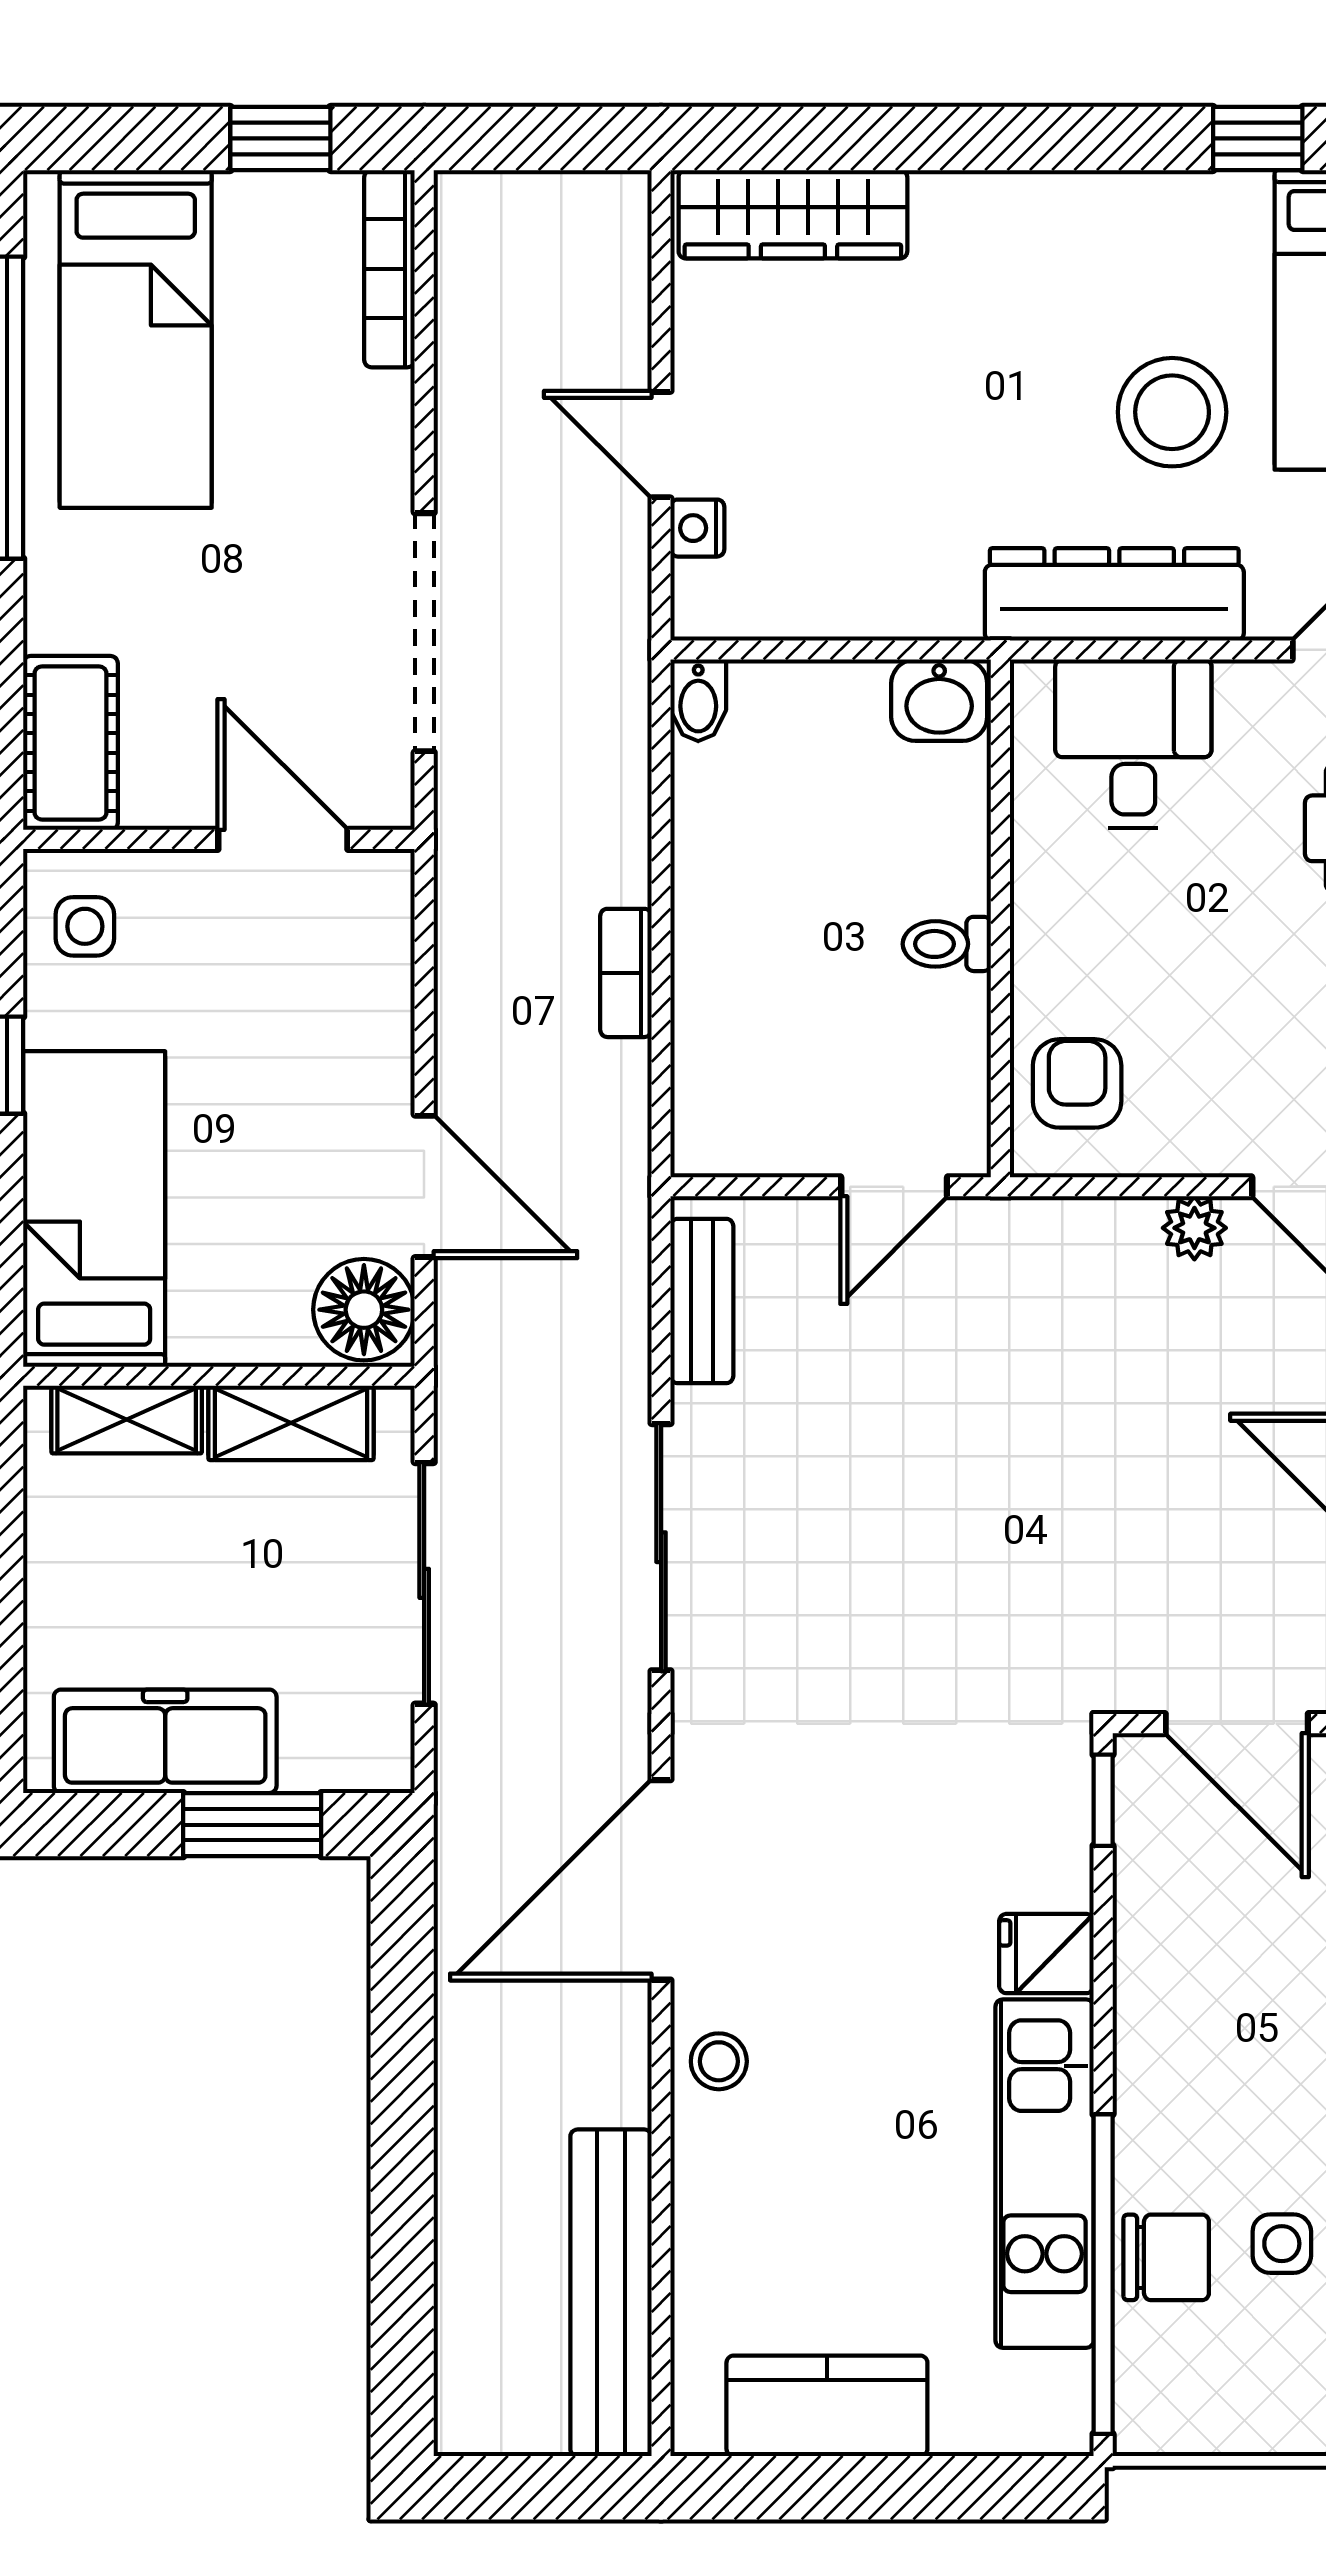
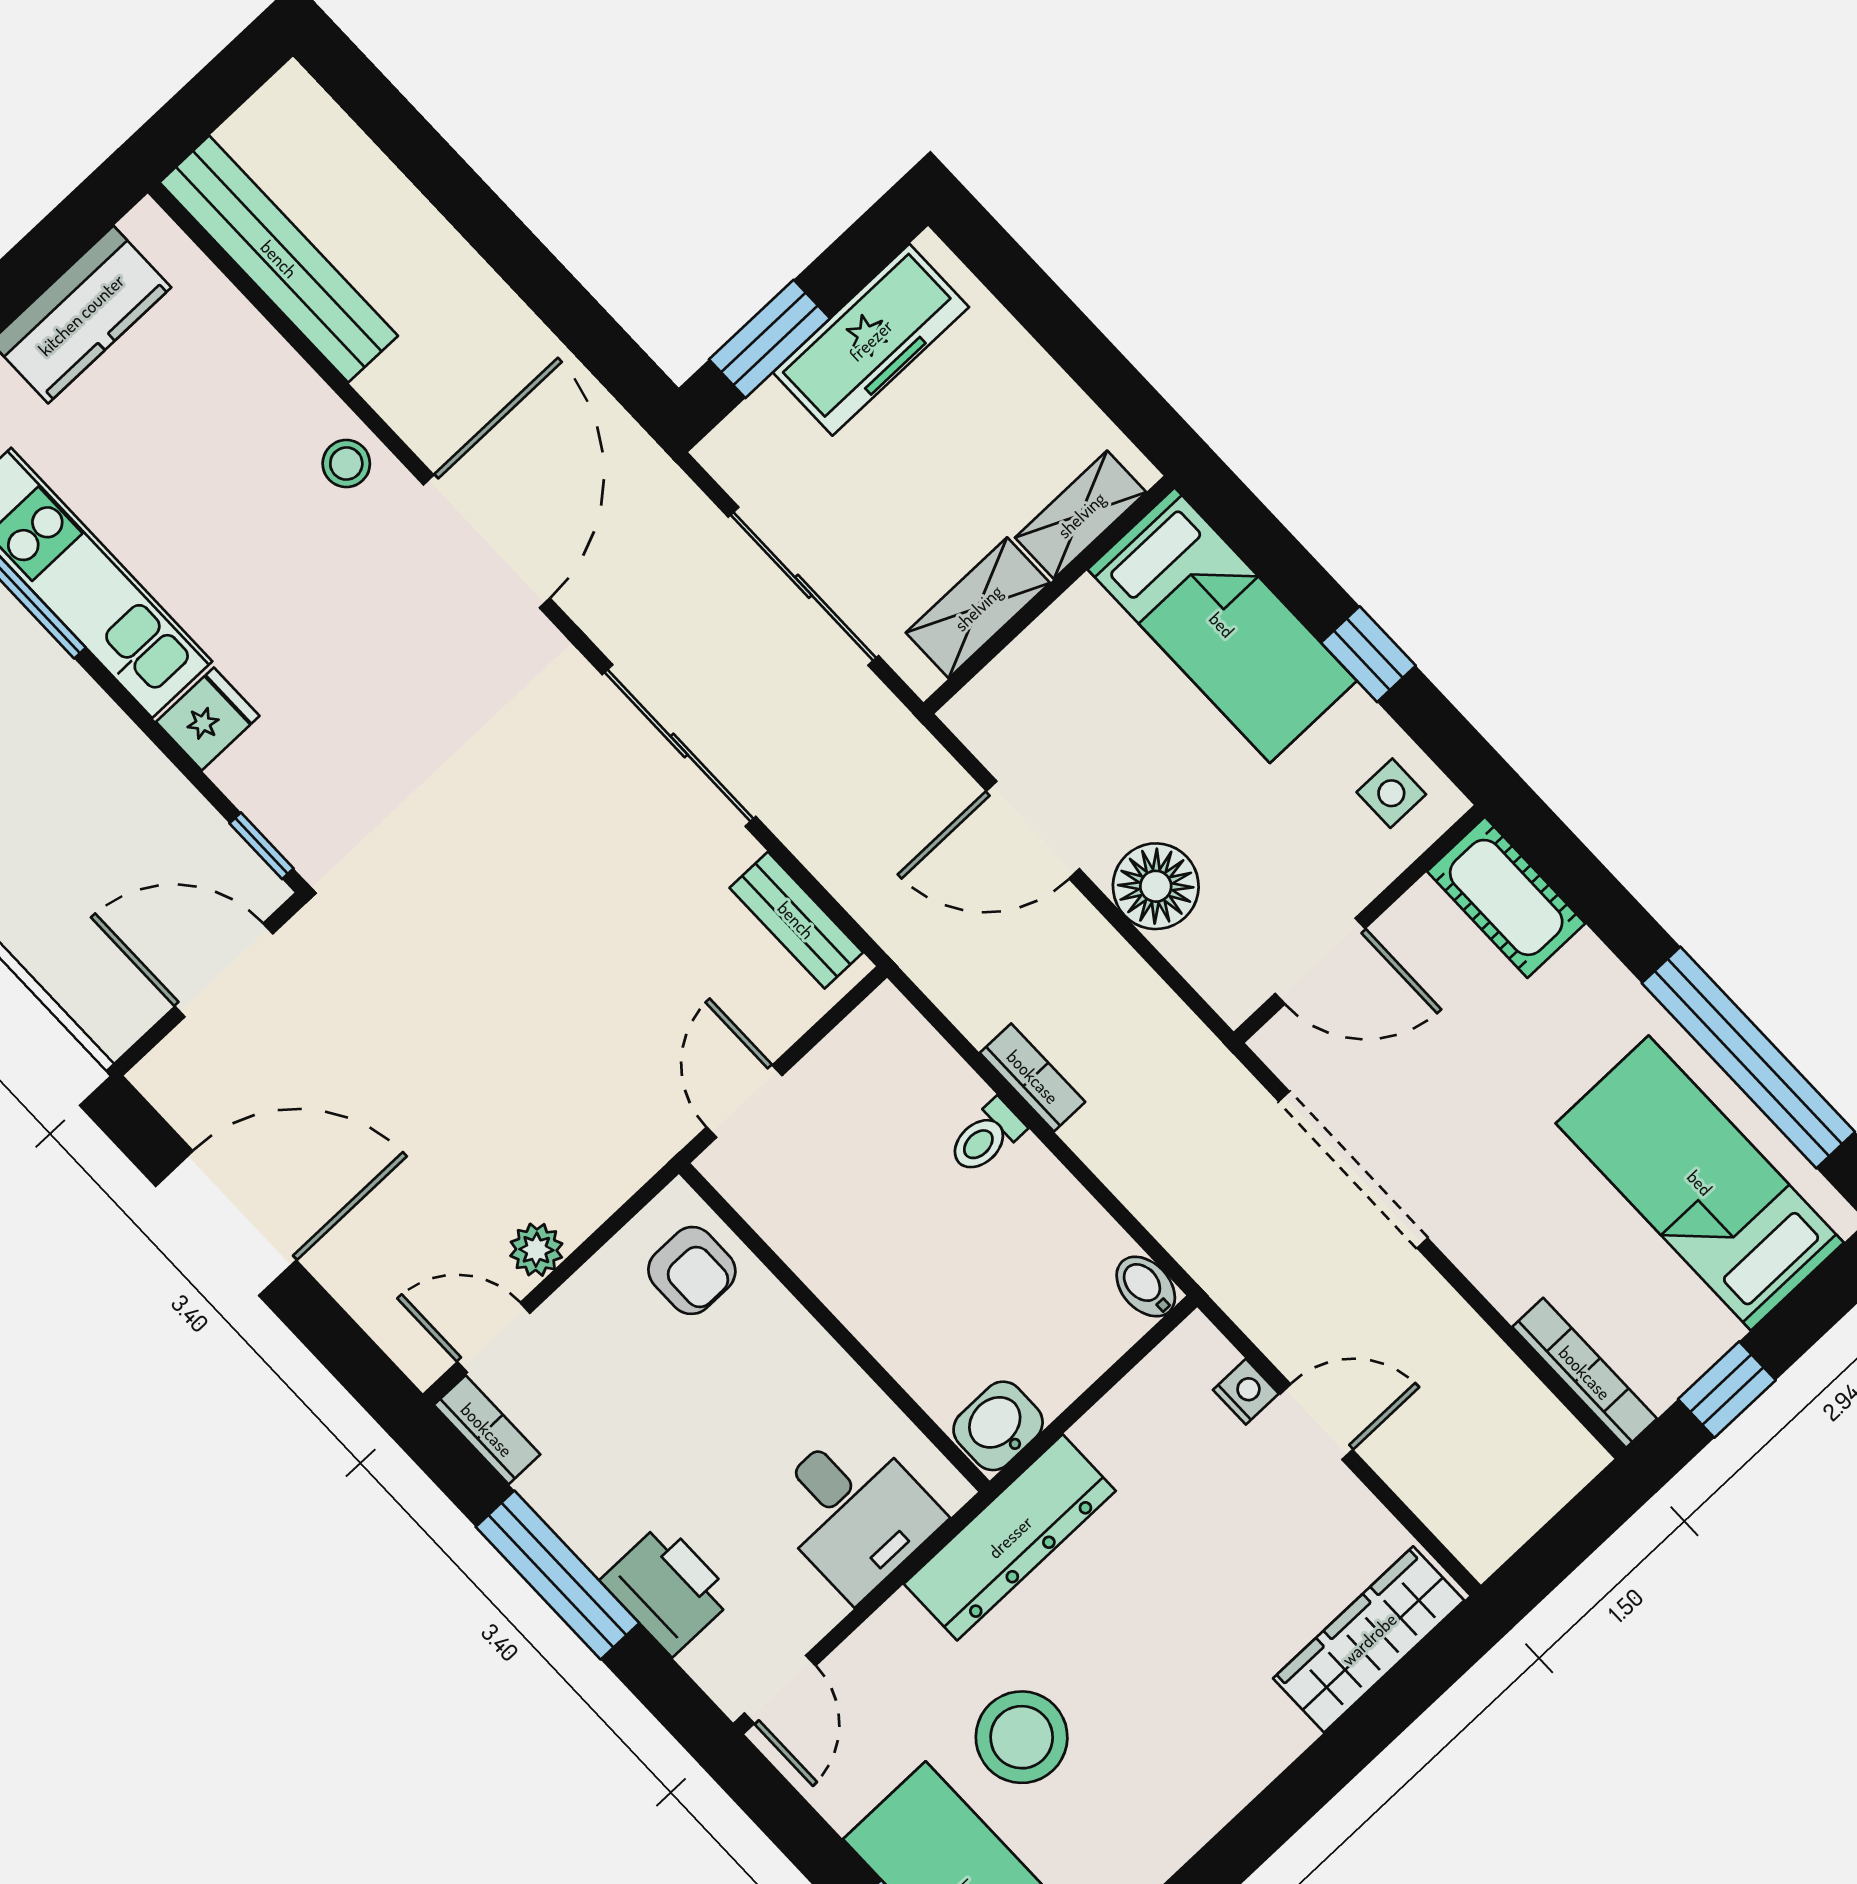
dresser: (1114, 594) -> (1010, 1537), moved
toilet: (947, 944) -> (986, 1137), moved, turned 180
floor lamp: (364, 1310) -> (1156, 886), moved

